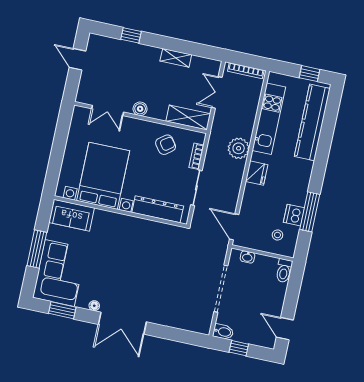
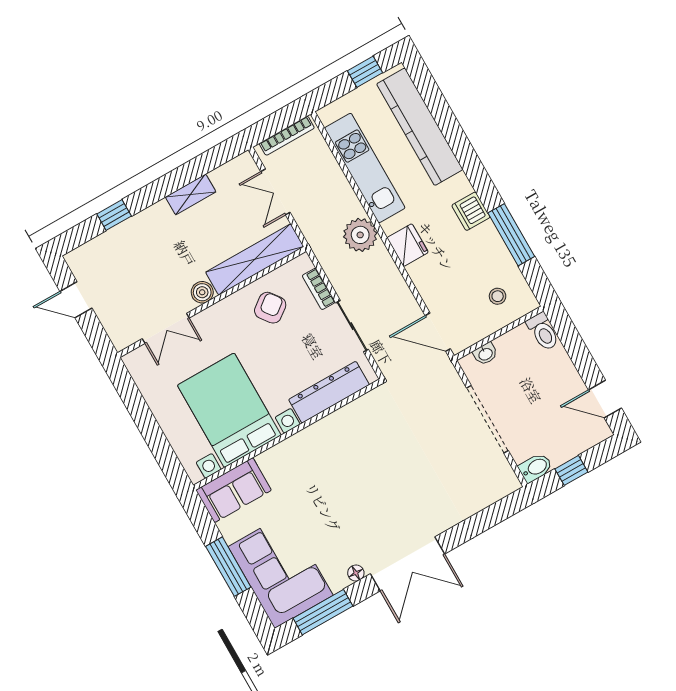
shelving: (188, 118) -> (255, 259), width x1.47
dishwasher: (294, 215) -> (471, 211), moved
window: (62, 310) -> (323, 612), width x1.44

